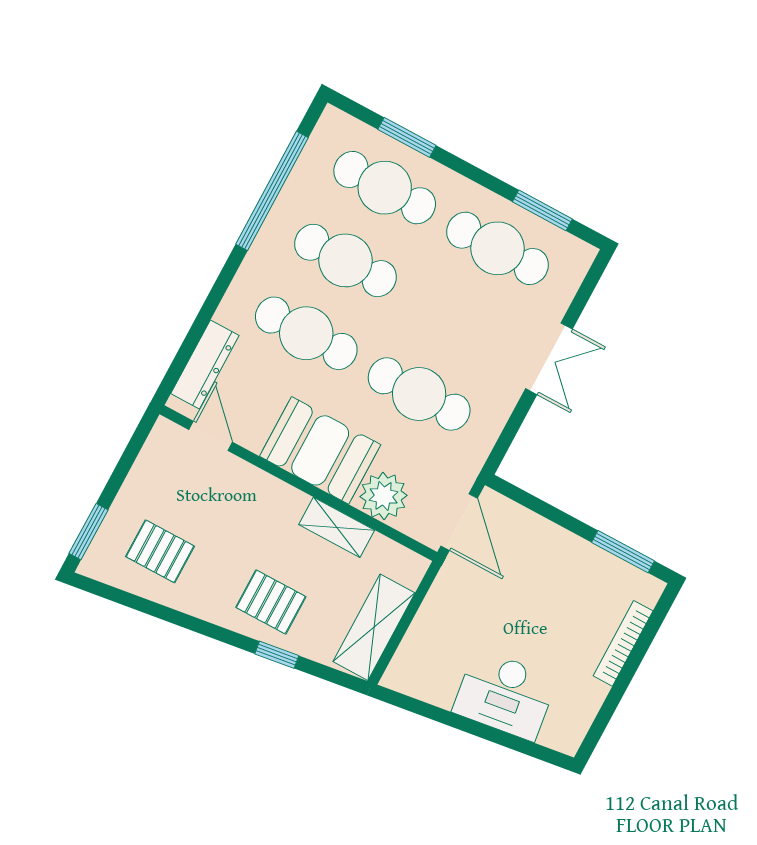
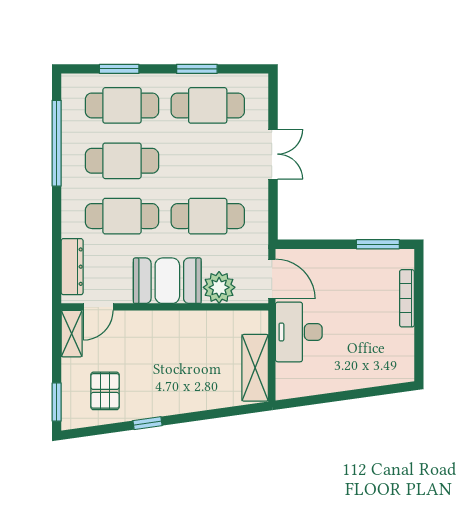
window: (542, 210) -> (197, 69), moved
door: (211, 436) -> (98, 307), swing flipped
shelving: (337, 527) -> (72, 334), moved, turned 90
pallet: (160, 551) -> (105, 391), turned 90
pallet: (271, 602) -> (186, 386), removed
window: (277, 655) -> (147, 423), moved
desk: (505, 695) -> (299, 332), moved, turned 98

